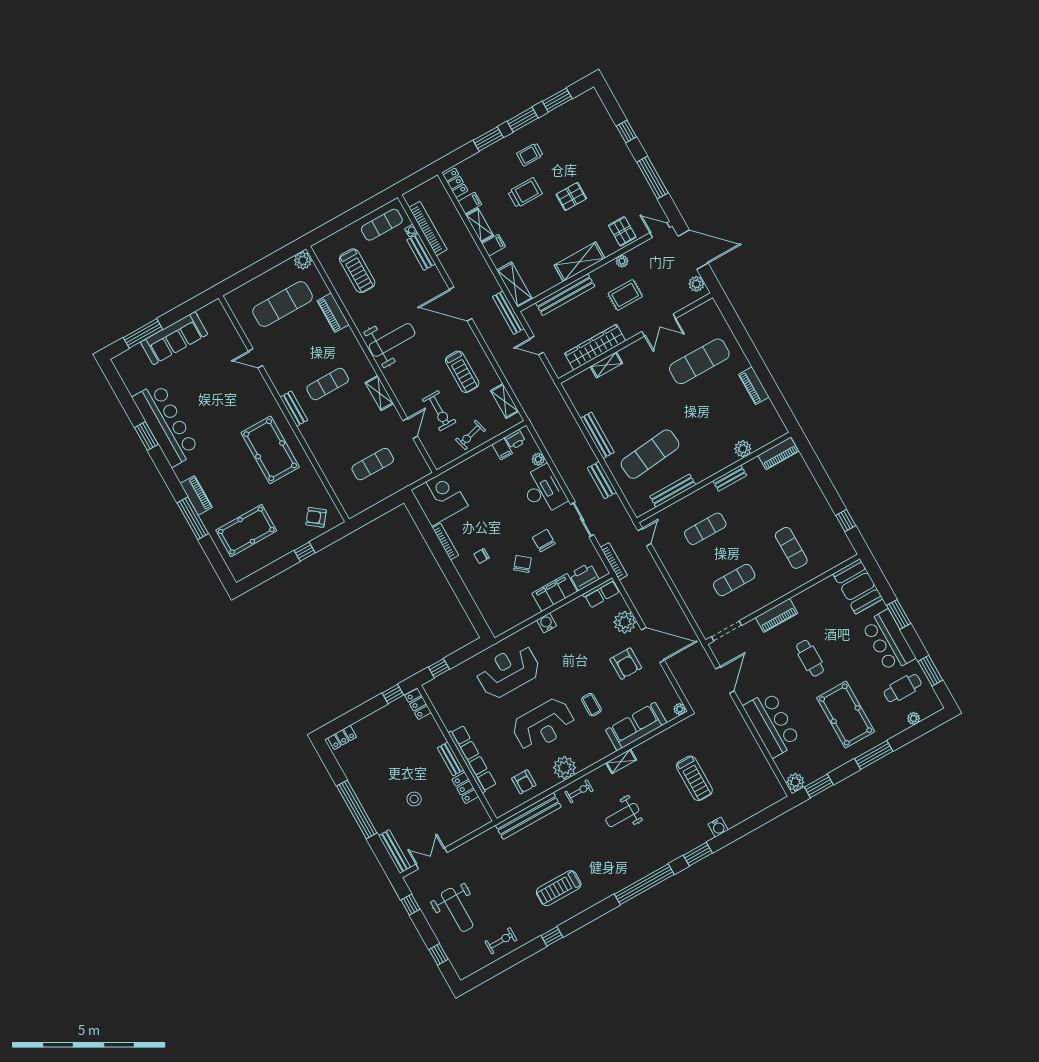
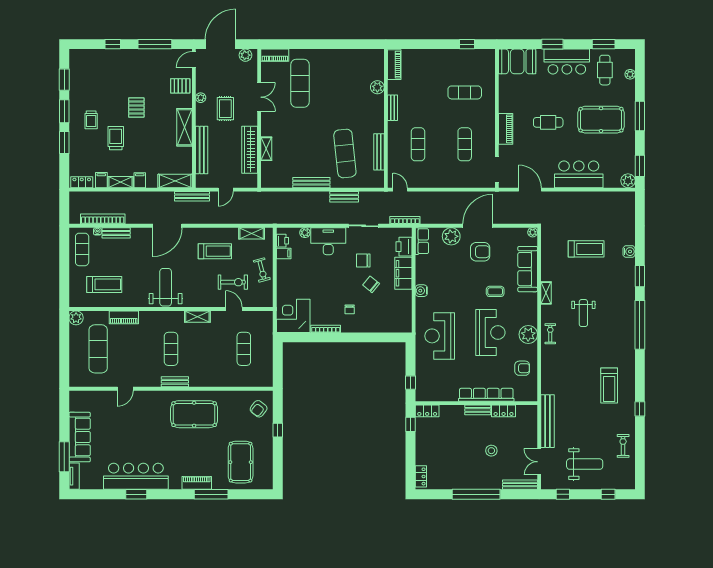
tv unit: (128, 356) -> (74, 476), added
piano: (754, 386) -> (275, 55), moved
bench: (528, 816) -> (547, 421), moved

